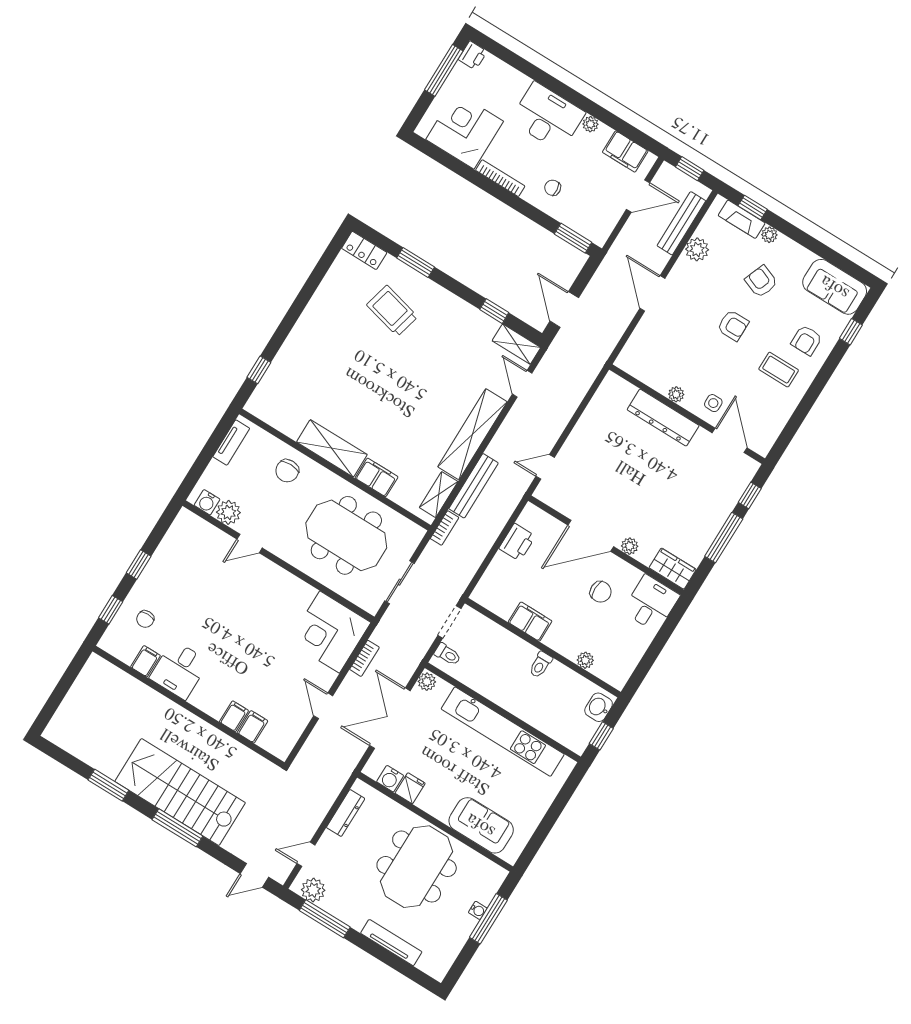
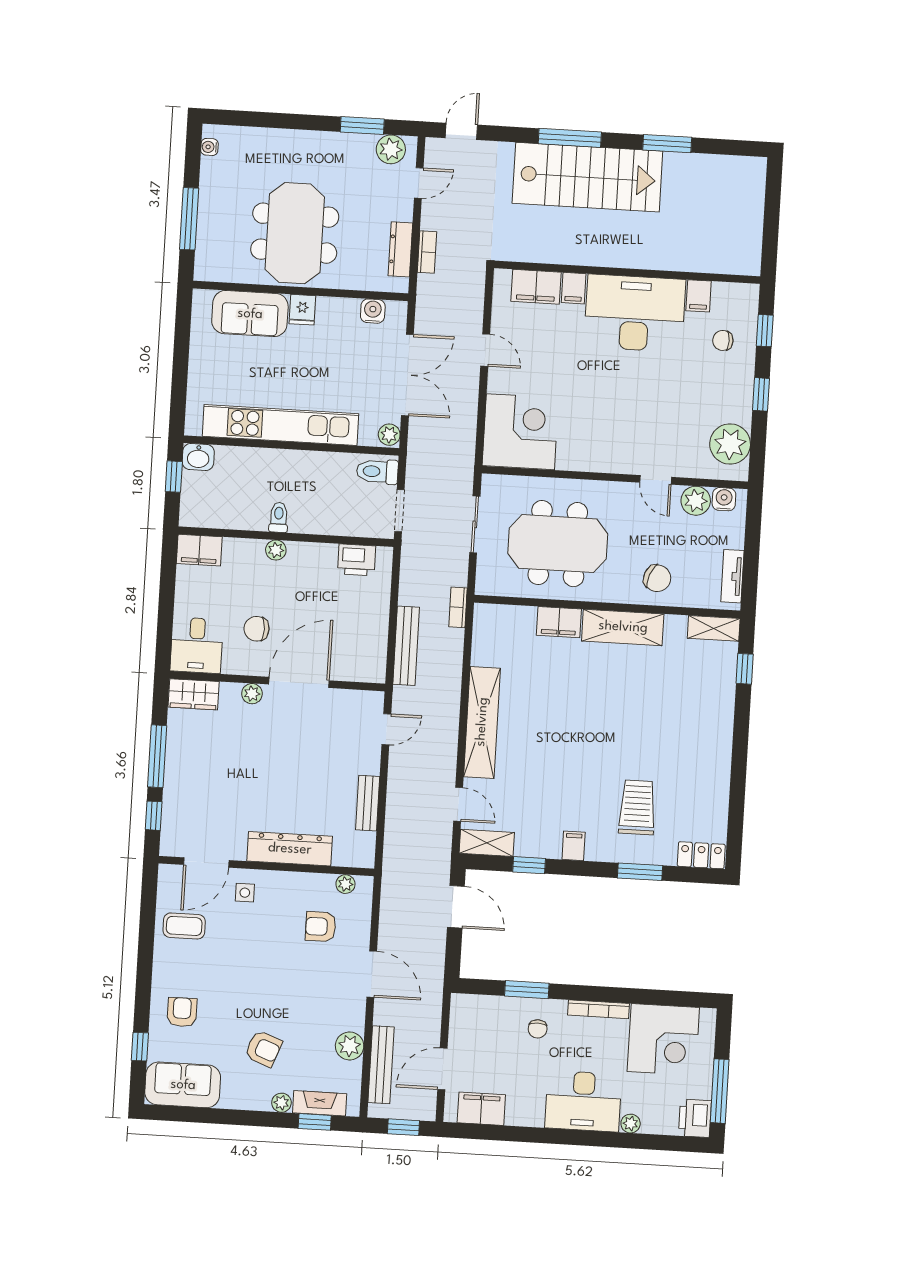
printer: (473, 55) -> (695, 1118), width x1.36, depth x1.24
plant: (590, 124) -> (631, 1124), moved
chair: (553, 188) -> (538, 1029), turned 96
window: (573, 238) -> (527, 990), moved
filing cabinet: (454, 308) -> (574, 846), added
trolley: (392, 311) -> (637, 807), turned -104
armchair: (733, 325) -> (321, 927), moved
coffee table: (779, 370) -> (184, 926), moved
plant: (676, 394) -> (345, 884), moved
bench: (588, 420) -> (368, 803), added
door: (730, 440) -> (206, 863), hinge flipped
chair: (287, 471) -> (657, 578), turned 112
bench: (474, 486) -> (406, 646), moved
shelving: (439, 495) -> (714, 628), moved, turned 90
plant: (181, 540) -> (730, 444), added
printer: (517, 542) -> (357, 560), moved, turned -90
door: (250, 543) -> (656, 480), swing flipped
chair: (145, 619) -> (723, 340), turned -90
filing cabinet: (530, 622) -> (199, 550), moved
toilet: (448, 654) -> (377, 472), width x1.37, depth x1.39
bookcase: (364, 658) -> (427, 252), moved, turned 180
plant: (585, 660) -> (276, 550), moved
desk: (179, 670) -> (635, 313), width x1.87, depth x1.30
washbasin: (599, 707) -> (198, 457), moved, turned 90
filing cabinet: (252, 727) -> (536, 287), width x2.00
fridge: (410, 788) -> (302, 310), moved
water cooler: (478, 910) -> (209, 147), moved
window: (325, 919) -> (362, 125), width x0.69
tv unit: (391, 943) -> (278, 138), removed

